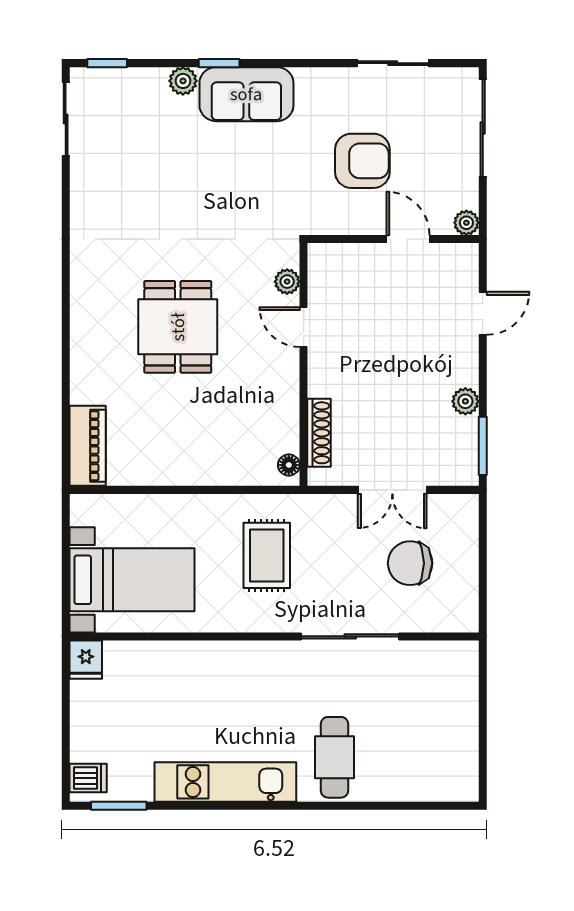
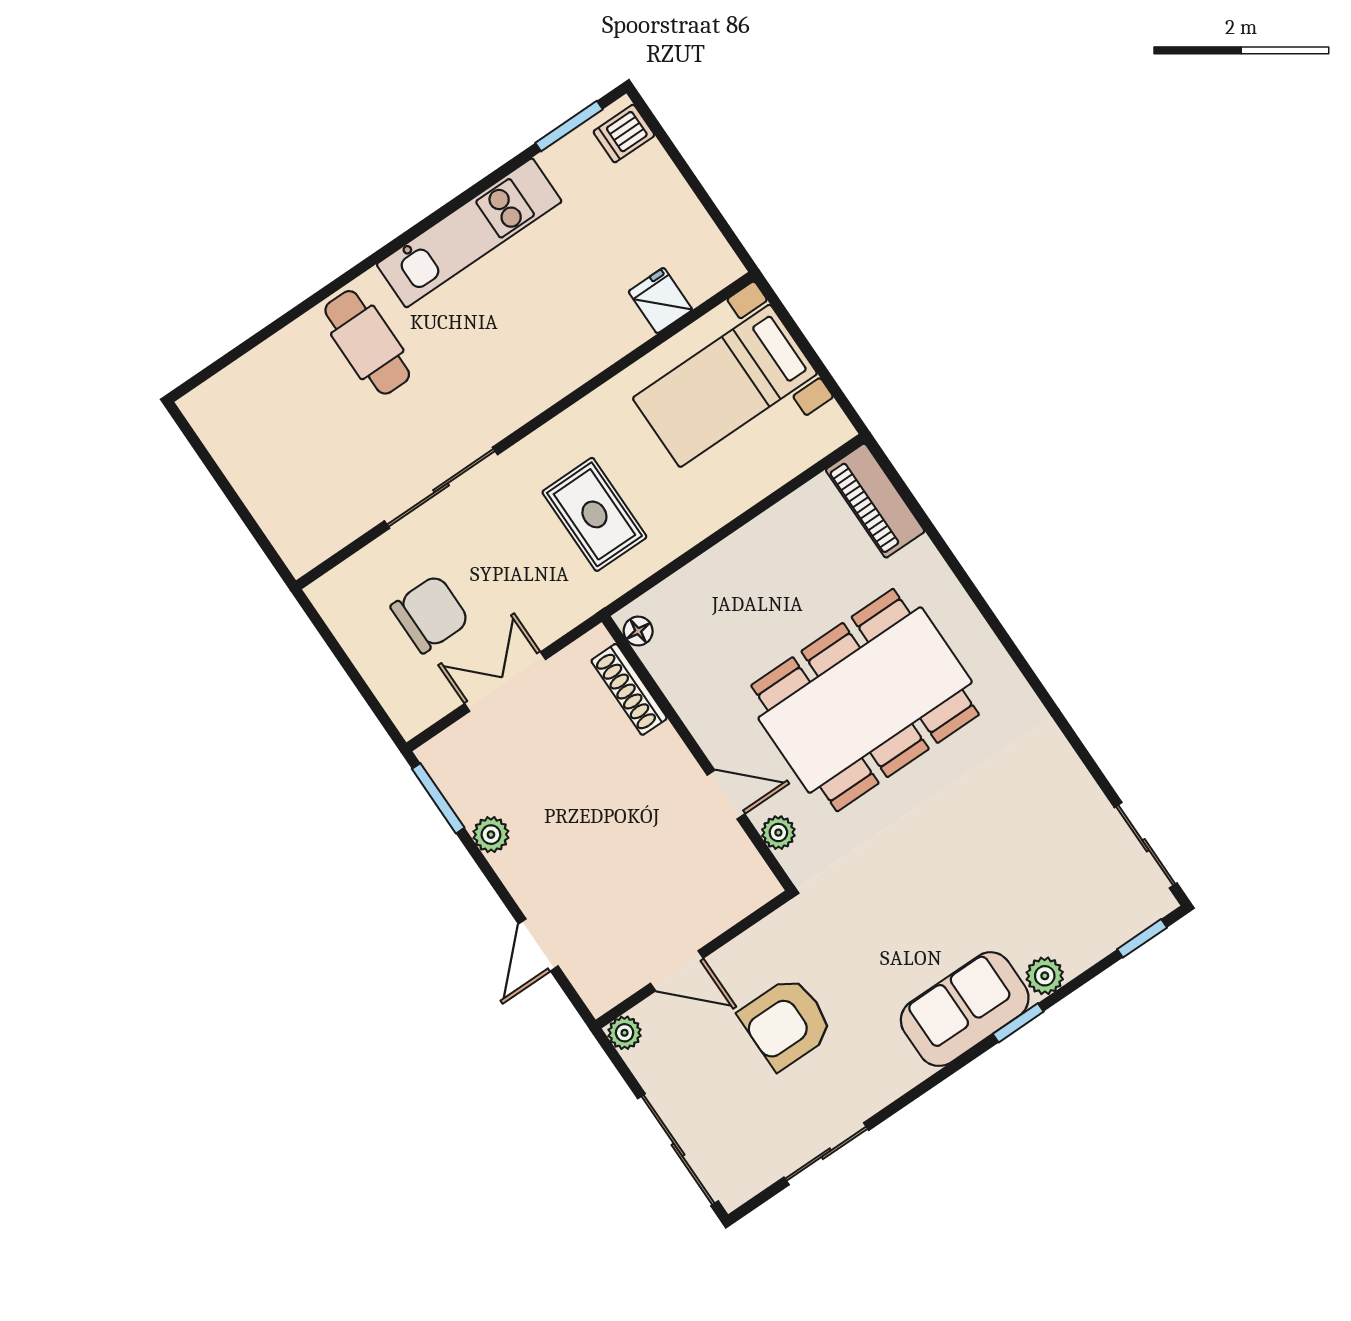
dining table: (178, 327) -> (865, 700), width x1.88, depth x1.24
fridge: (86, 660) -> (660, 301), moved

